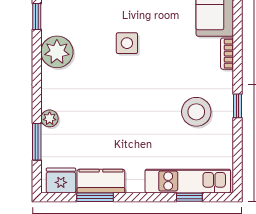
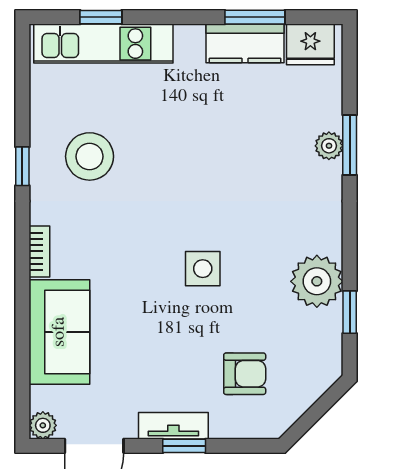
plant: (57, 52) -> (317, 281), moved
window: (37, 142) -> (350, 145), moved

